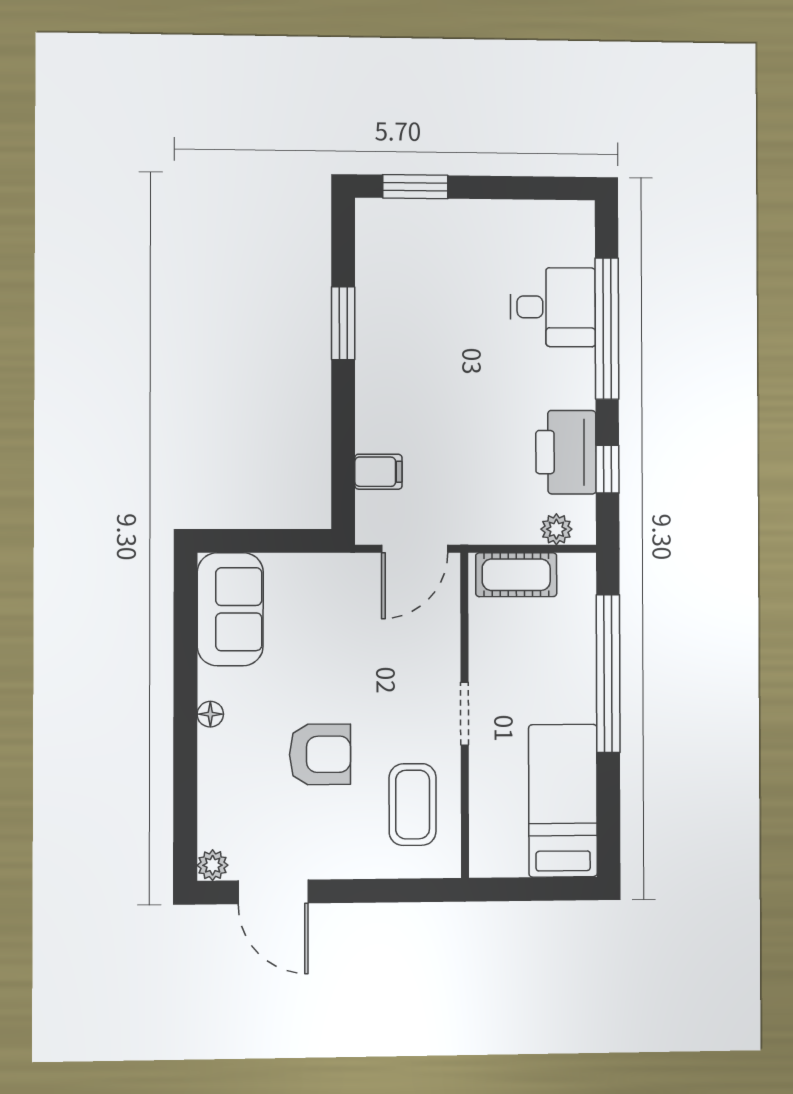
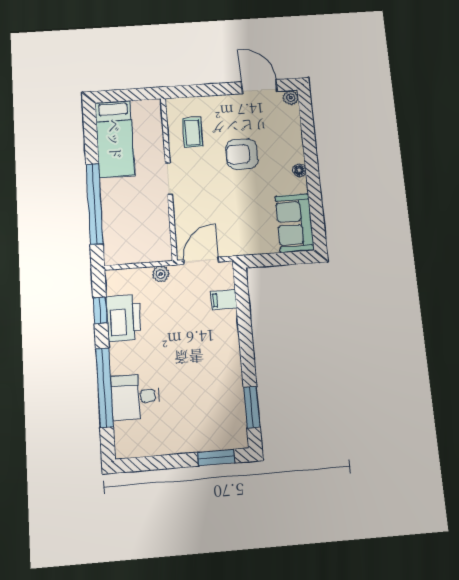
window: (343, 323) -> (252, 407), moved
plant: (556, 529) -> (161, 274), moved
cot: (516, 575) -> (146, 251), removed
coffee table: (413, 805) -> (192, 132), width x0.73, depth x0.77

